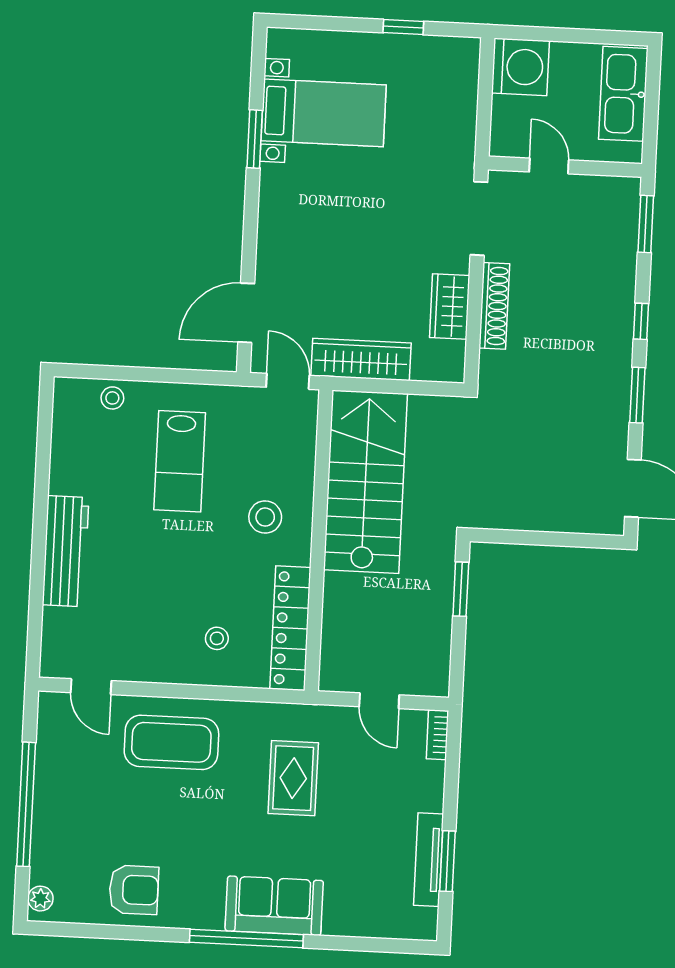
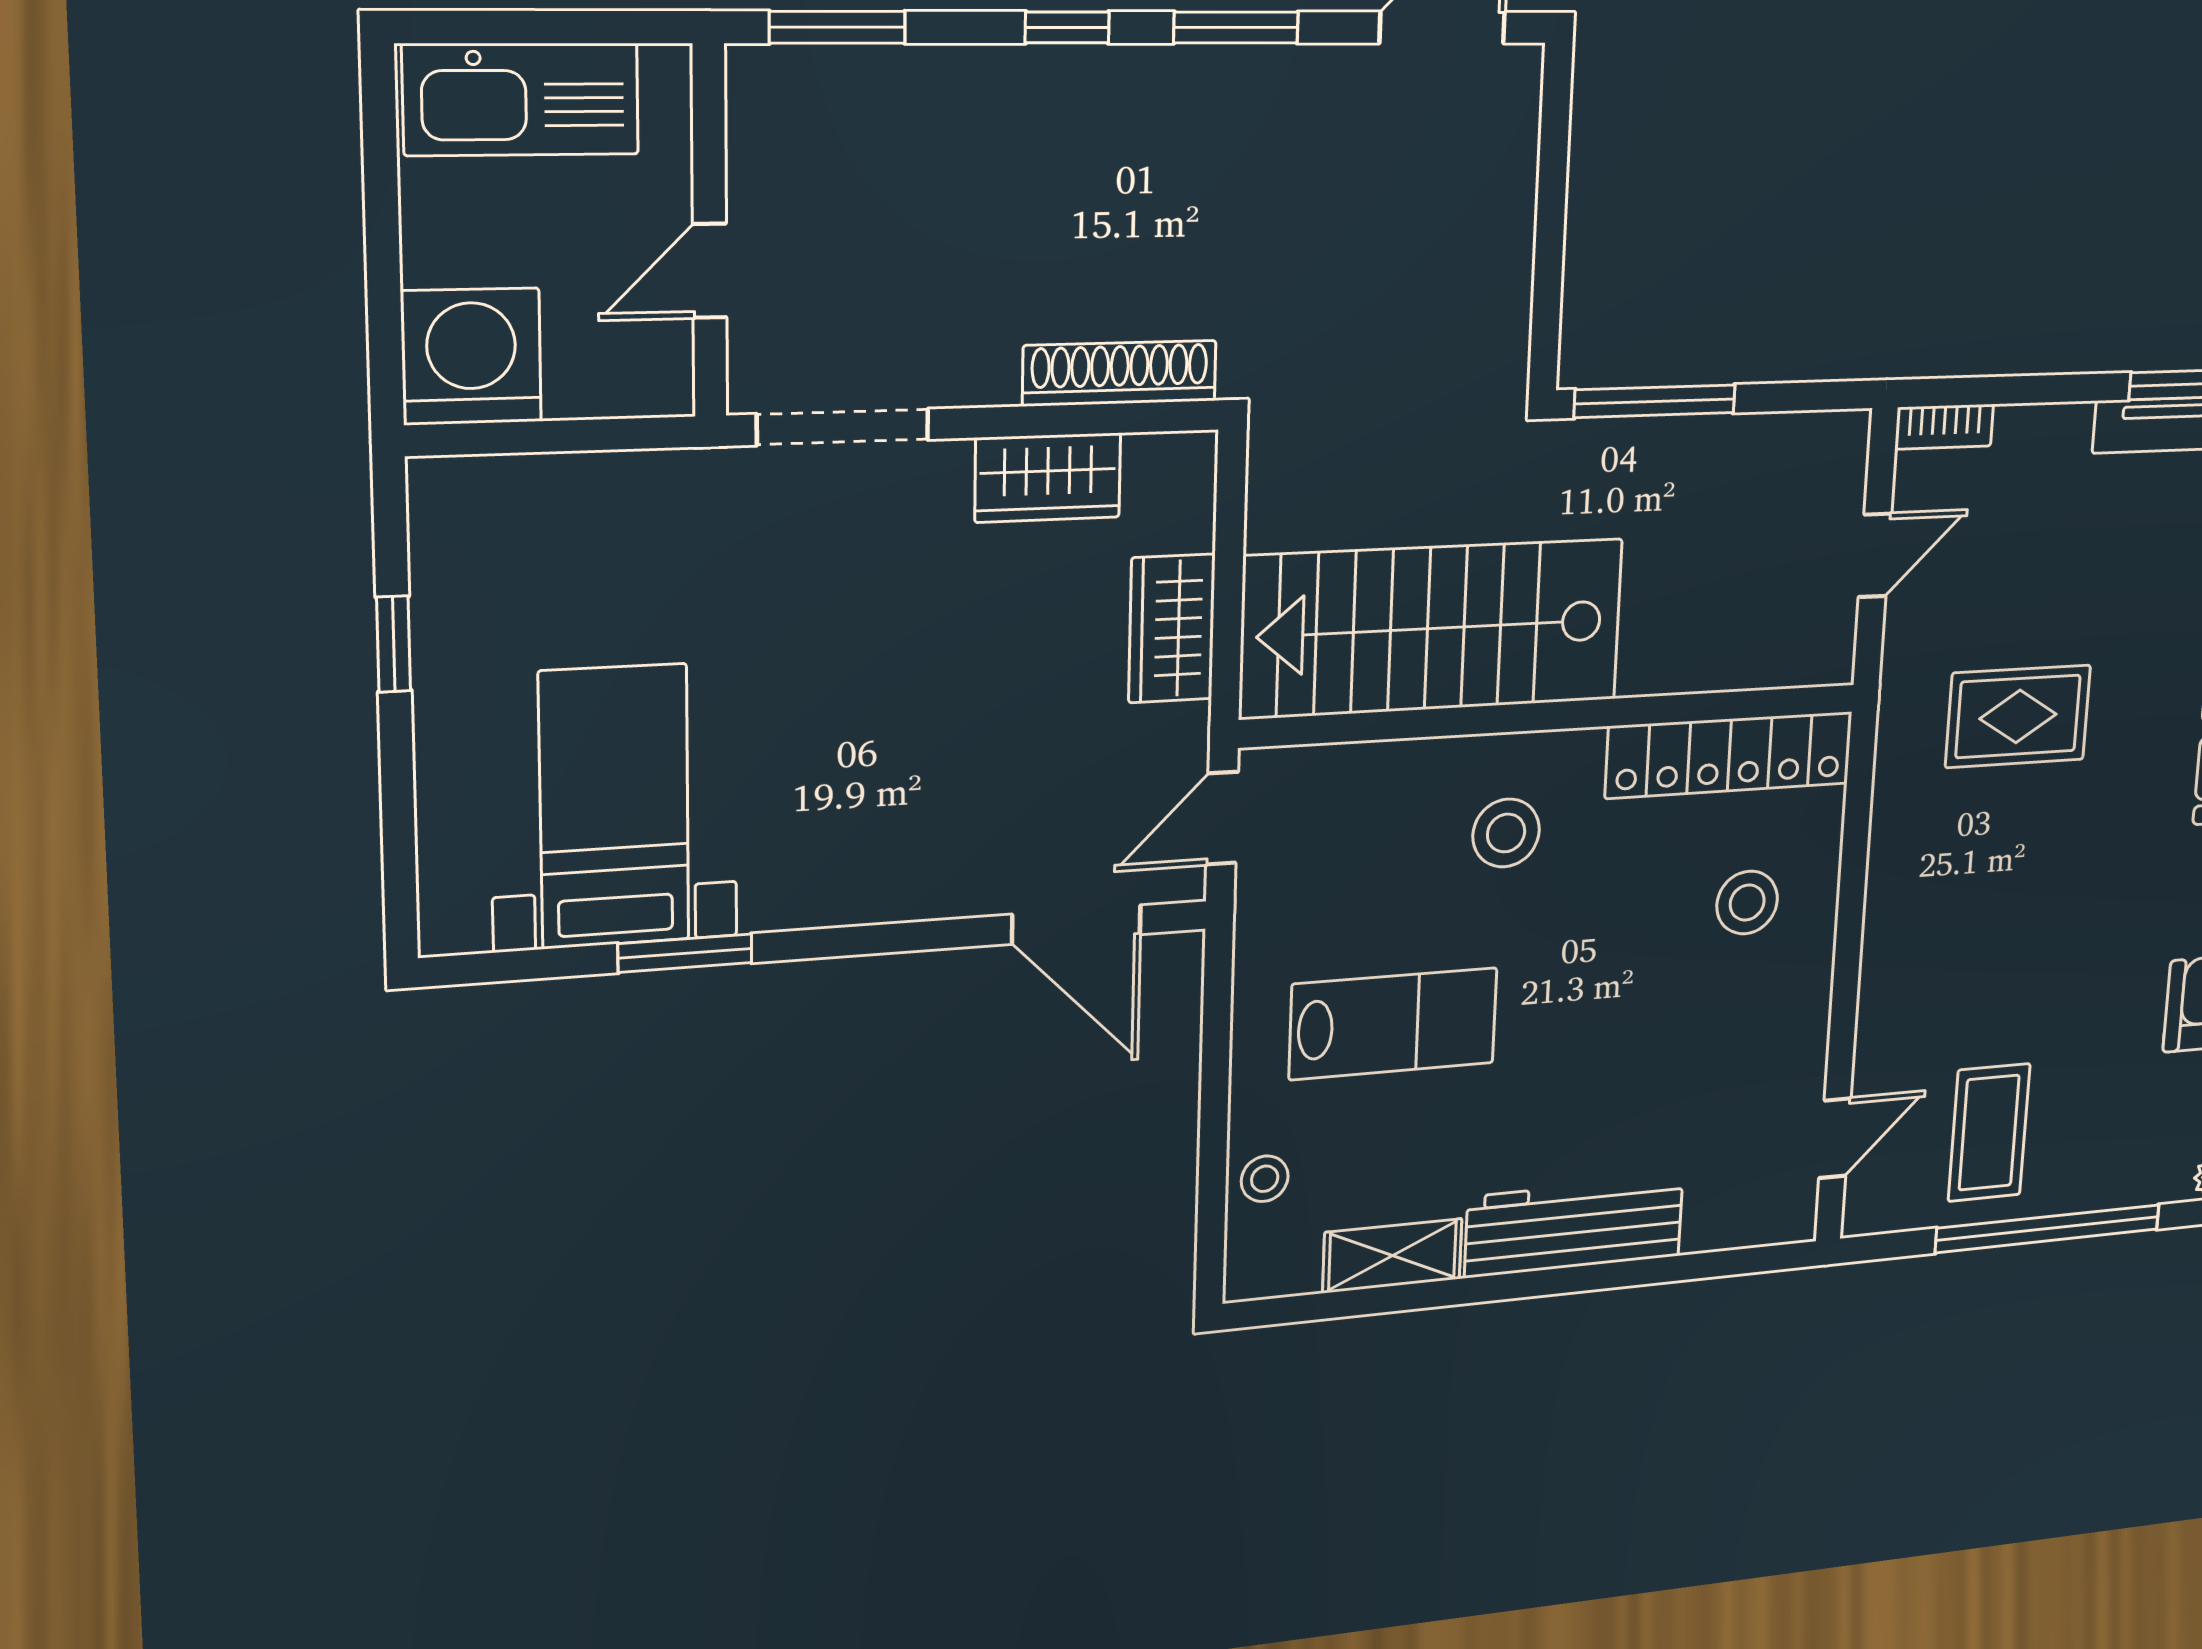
shoe rack: (494, 306) -> (1120, 373), moved
wardrobe: (361, 359) -> (1172, 629), width x0.67
shelving: (65, 460) -> (1392, 1256), added
window: (461, 589) -> (1655, 401), width x1.44
stool: (217, 638) -> (1747, 902), width x1.37, depth x1.37
coffee table: (171, 742) -> (1989, 1133), moved, width x0.73, depth x0.76

